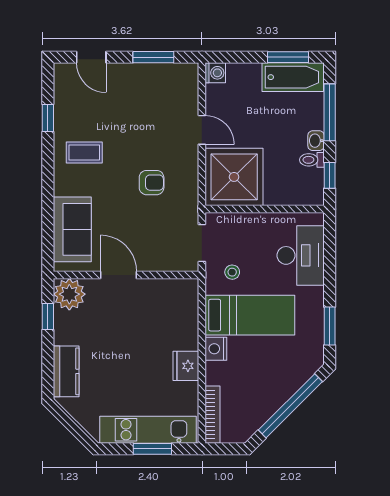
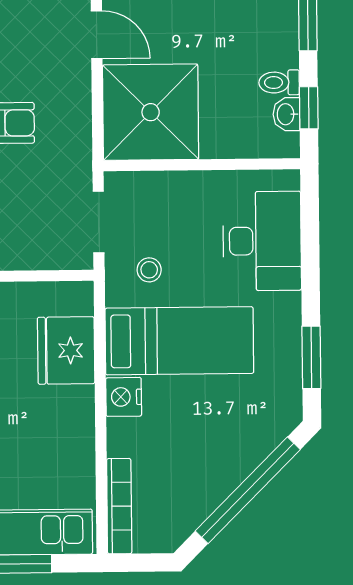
washbasin: (316, 141) -> (286, 114), moved
fridge: (186, 366) -> (66, 350), moved, width x1.36, depth x1.34

